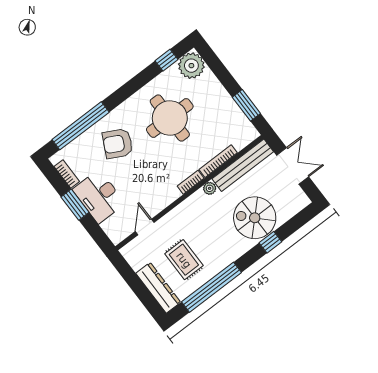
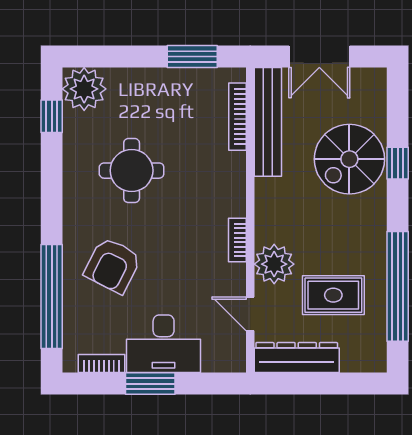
round table: (170, 118) -> (132, 171), width x0.73, depth x0.73
bookcase: (218, 161) -> (238, 117), moved
double door: (293, 166) -> (319, 56), swing flipped
bookcase: (191, 182) -> (237, 240), moved
plant: (210, 188) -> (274, 264), moved, width x1.87, depth x1.87
dresser: (158, 288) -> (297, 358), moved

